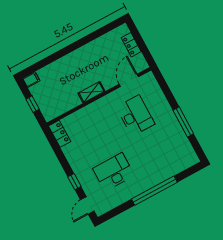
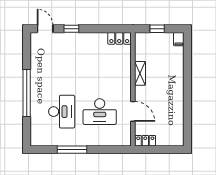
locker: (131, 45) -> (145, 141), moved
door: (129, 80) -> (133, 111), moved
shelving: (91, 92) -> (140, 73), moved
desk: (114, 172) -> (62, 112), moved

